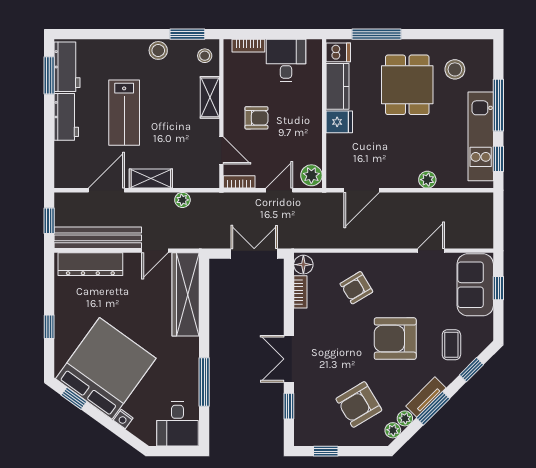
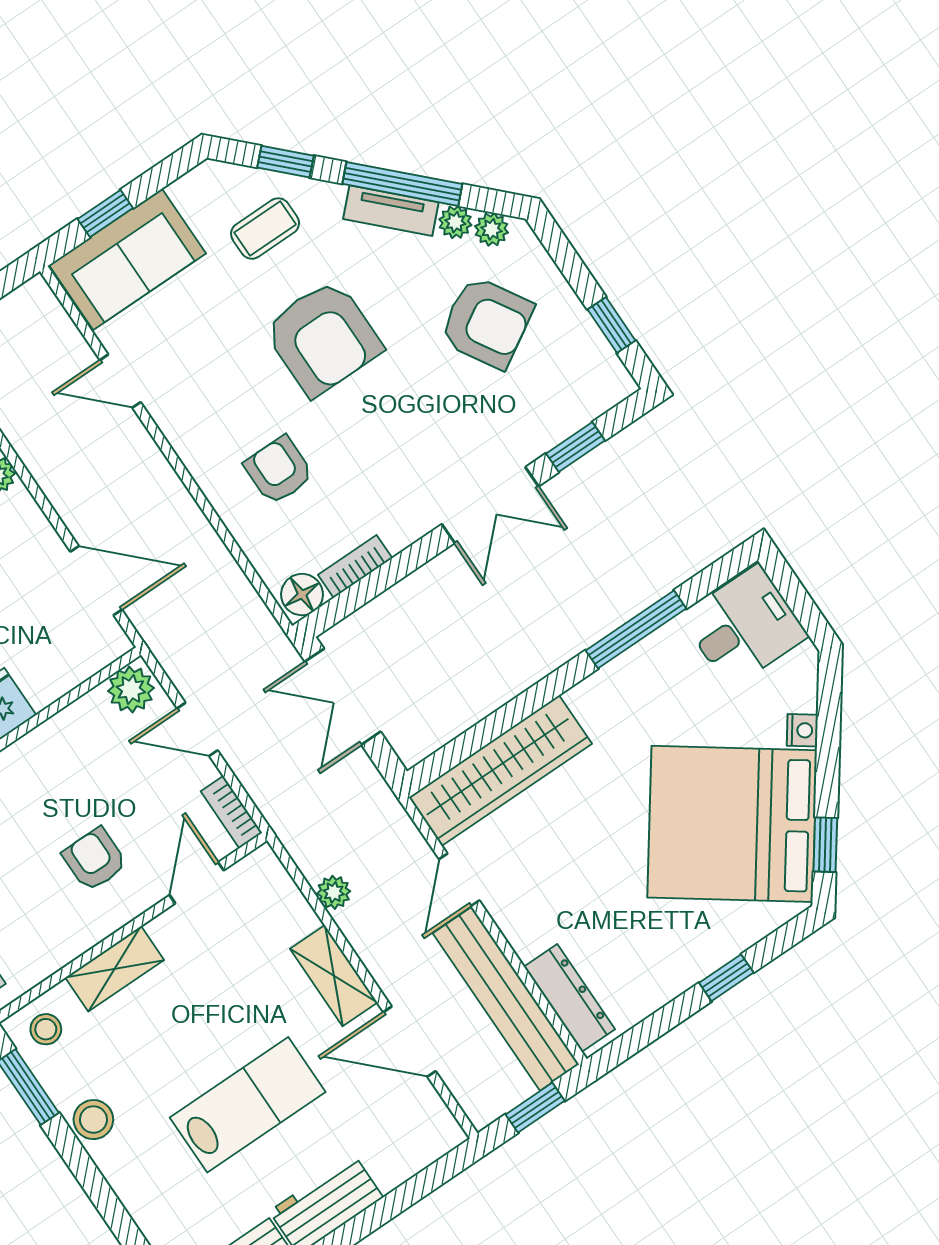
door: (155, 251) -> (459, 880), swing flipped
dresser: (90, 264) -> (569, 998), width x0.73, depth x0.80
armchair: (356, 288) -> (279, 470), turned -149
window: (433, 408) -> (402, 184), width x1.44

